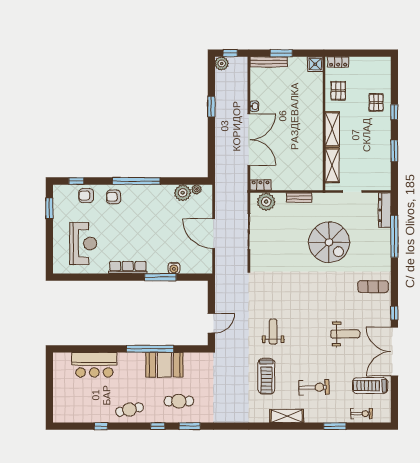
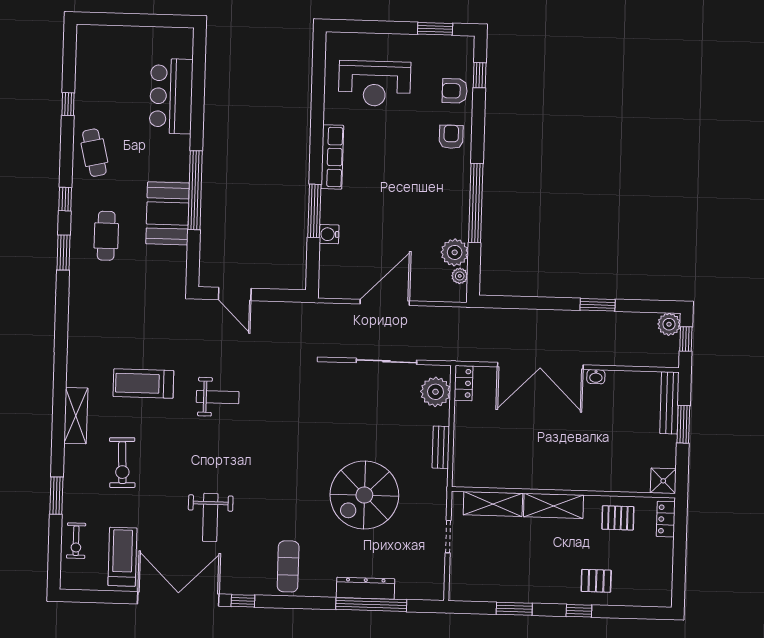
window: (136, 181) -> (476, 203), moved
armchair: (86, 196) -> (455, 91), turned -90
dresser: (385, 210) -> (365, 588), moved

